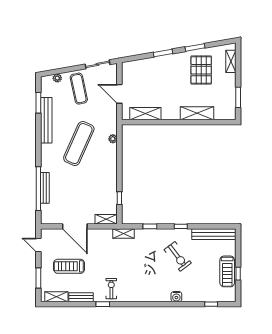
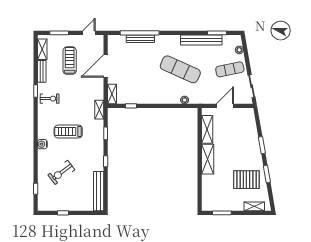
shelving: (197, 113) -> (208, 159), moved
exercise bike: (178, 256) -> (61, 172), moved
treadmill: (227, 271) -> (68, 131), moved
water cooler: (176, 297) -> (42, 144), moved

